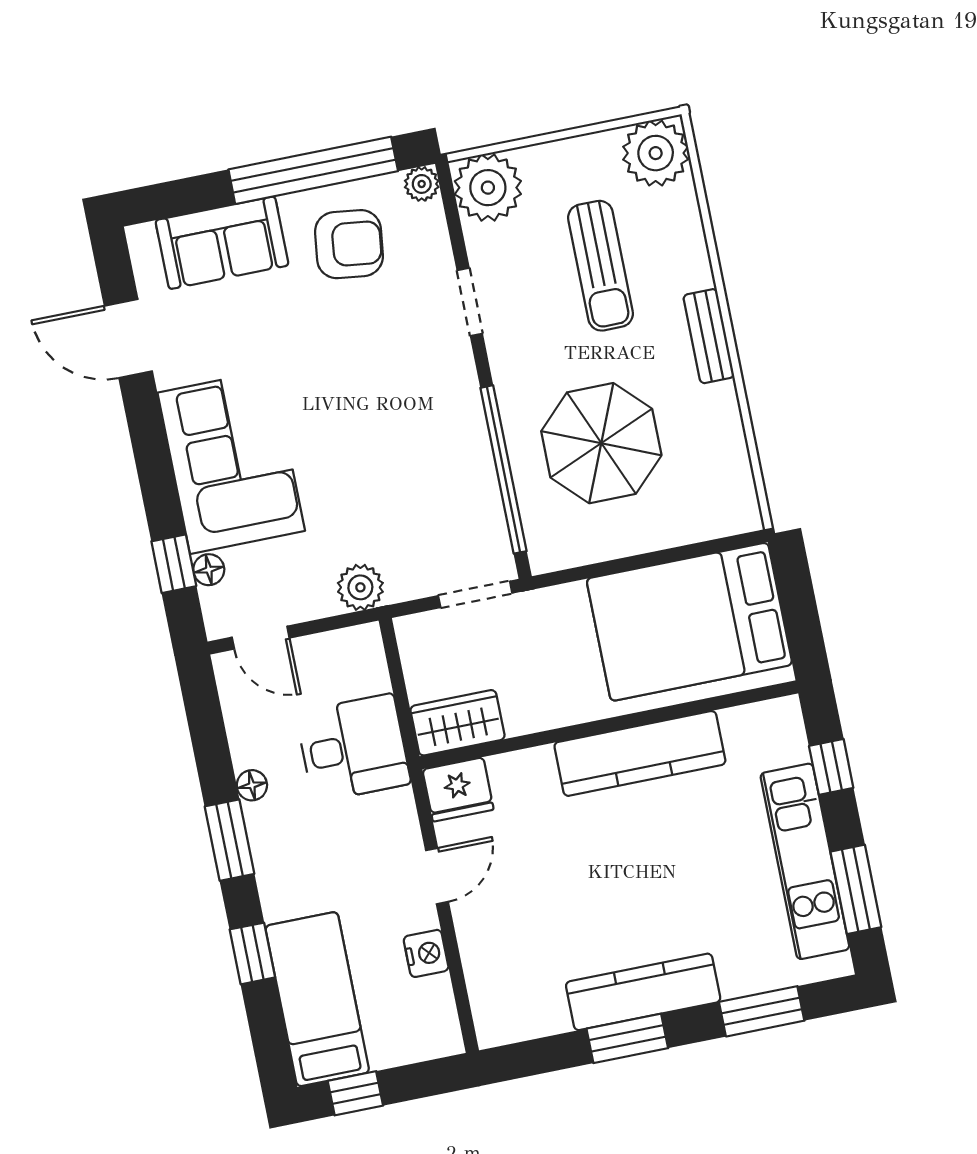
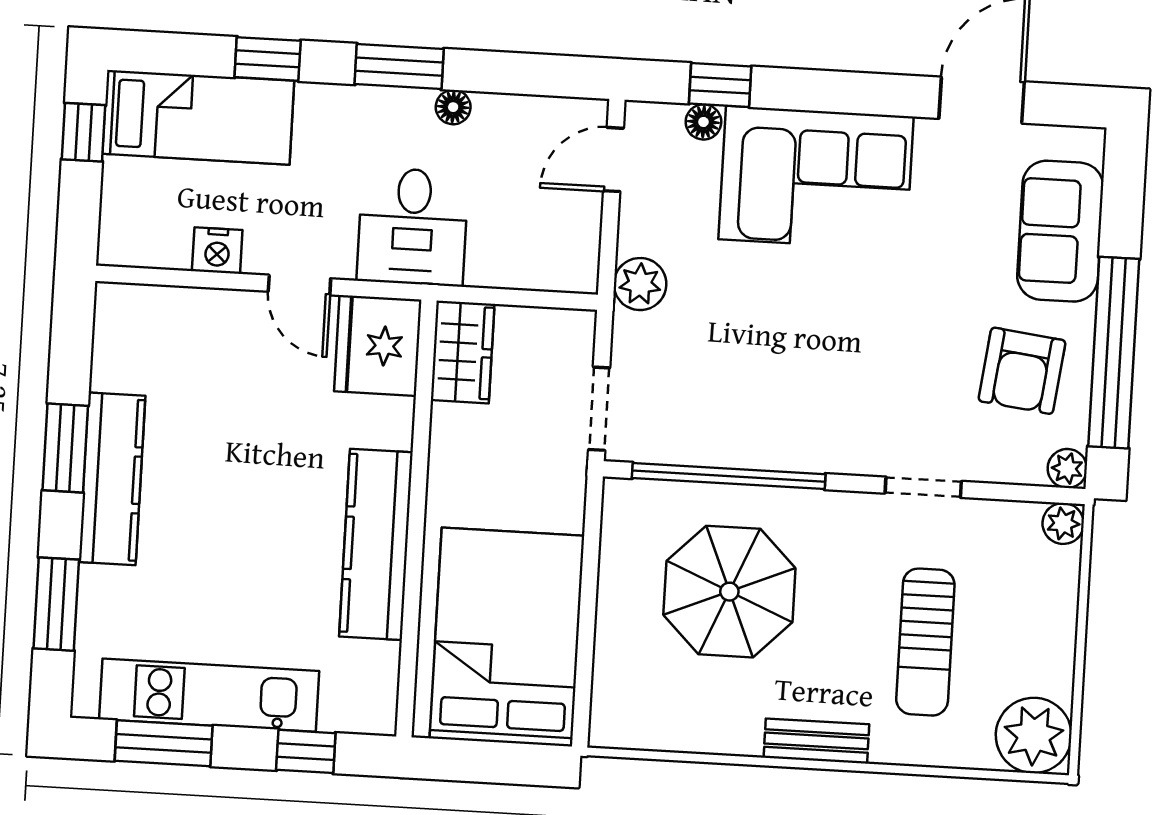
plant: (488, 188) -> (1063, 523), width x0.53, depth x0.53
sun lounger: (601, 266) -> (925, 642), turned -90
desk: (353, 748) -> (413, 227), moved
fridge: (458, 789) -> (378, 346), width x1.36, depth x1.34

